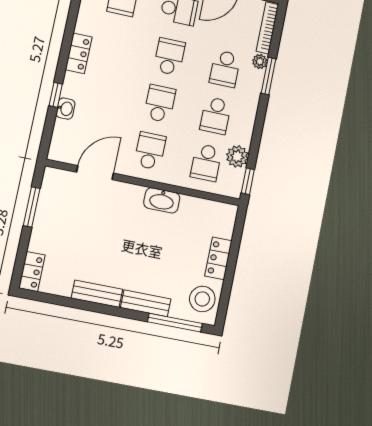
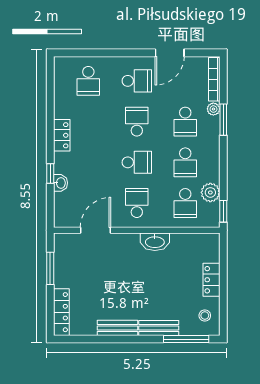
school desk: (160, 104) -> (137, 162), turned 90
locker: (32, 272) -> (61, 312), width x1.53
stool: (202, 299) -> (205, 316), width x0.53, depth x0.53

